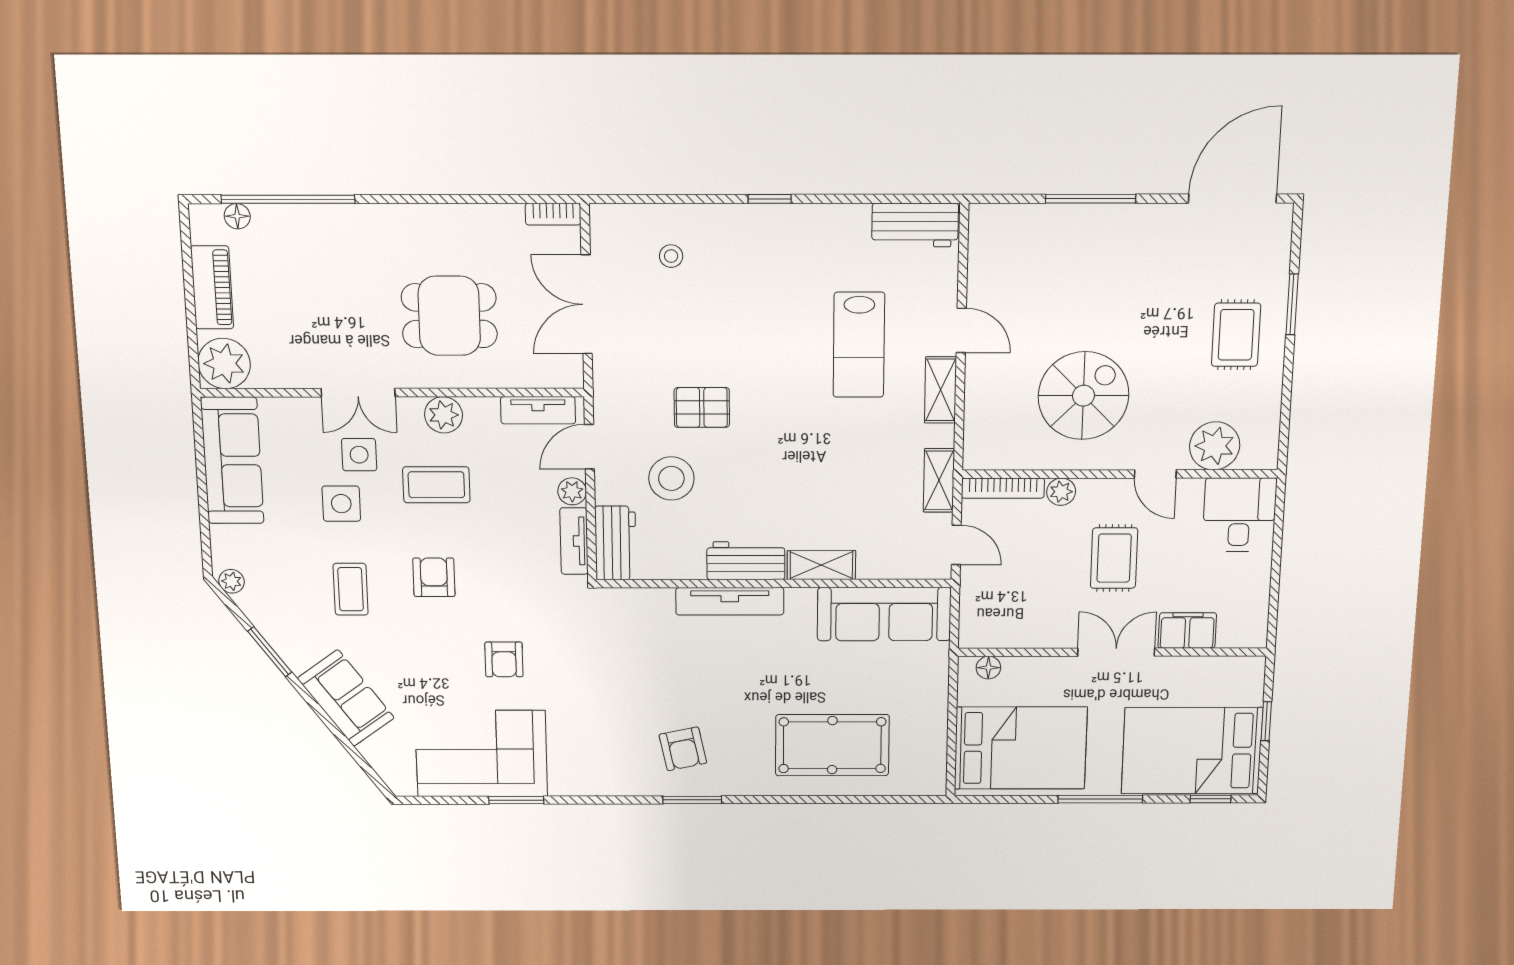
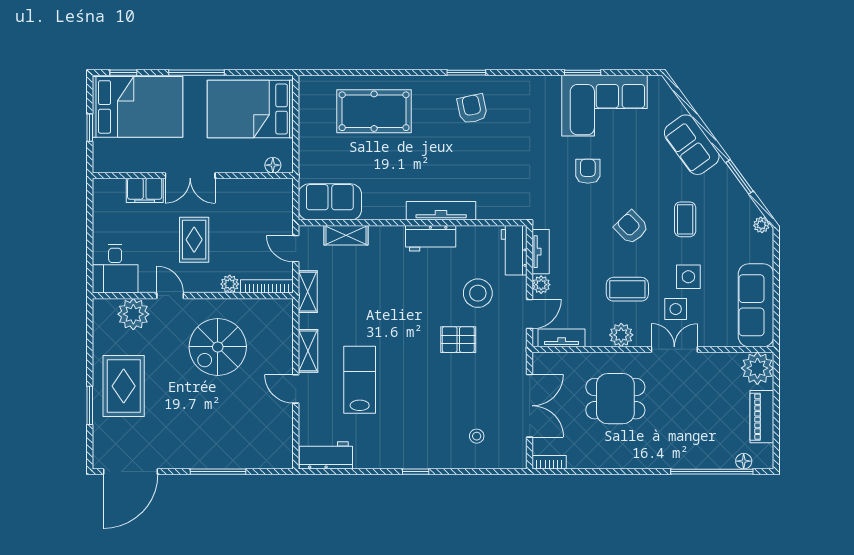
rug: (1236, 335) -> (124, 386), width x1.36, depth x1.43
shelving: (821, 565) -> (346, 235), moved
armchair: (434, 577) -> (631, 227), turned 136
sofa: (884, 614) -> (330, 202), width x0.73

